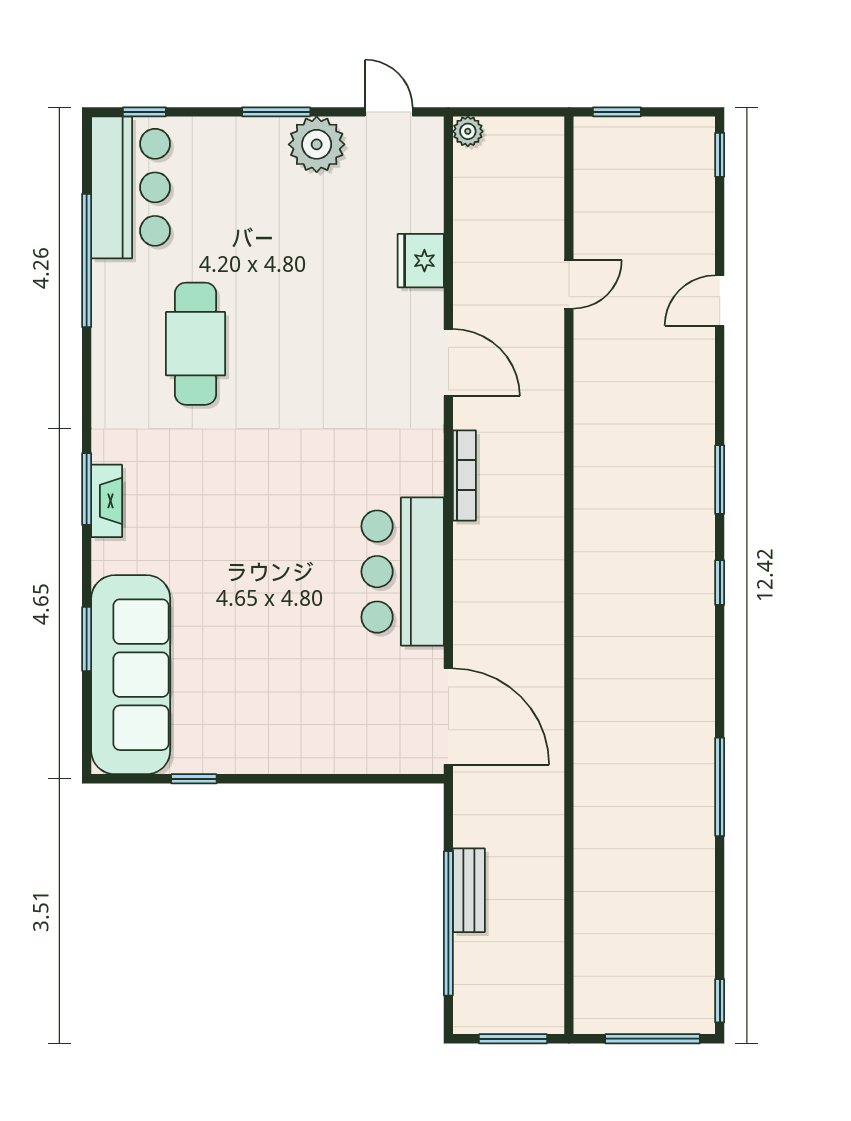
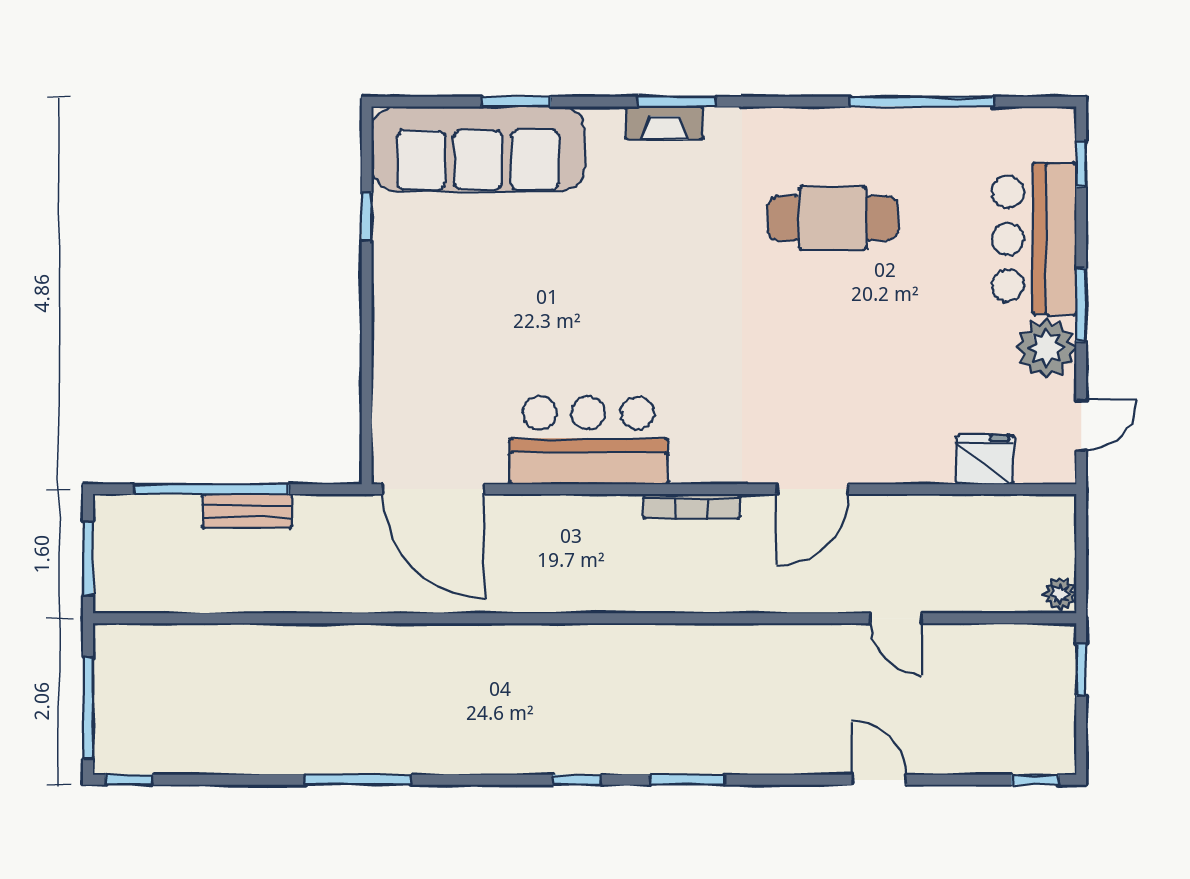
plant: (468, 131) -> (1060, 594), moved
bar counter: (131, 187) -> (1034, 239), moved, turned 90
fridge: (421, 261) -> (985, 460), moved
door: (448, 716) -> (433, 489), hinge flipped

